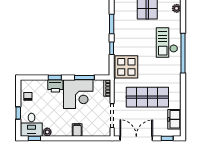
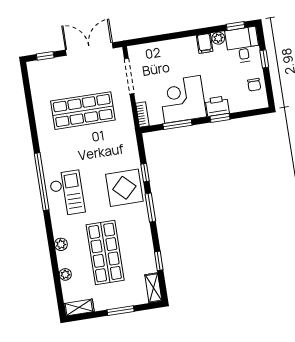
display table: (126, 67) -> (124, 188), moved
freezer: (174, 119) -> (39, 85), removed
filing cabinet: (77, 130) -> (205, 43), moved
double door: (136, 138) -> (89, 49), swing flipped

